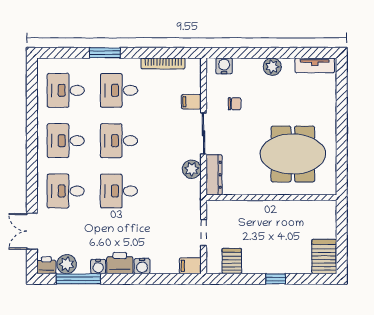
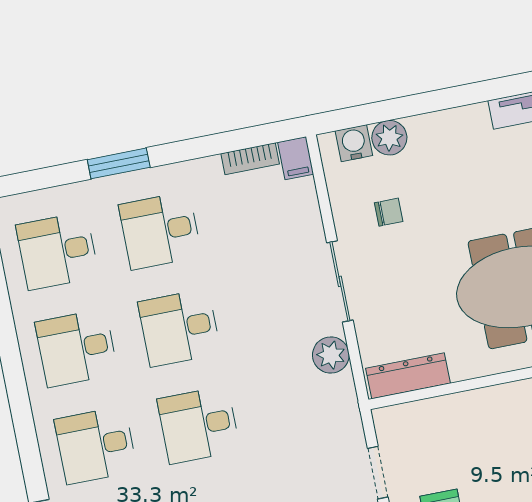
bookcase: (163, 63) -> (250, 159), width x0.64
plant: (272, 67) -> (389, 138), moved
filing cabinet: (191, 102) -> (296, 158), moved, turned -90
dresser: (214, 175) -> (408, 376), moved, turned -90

